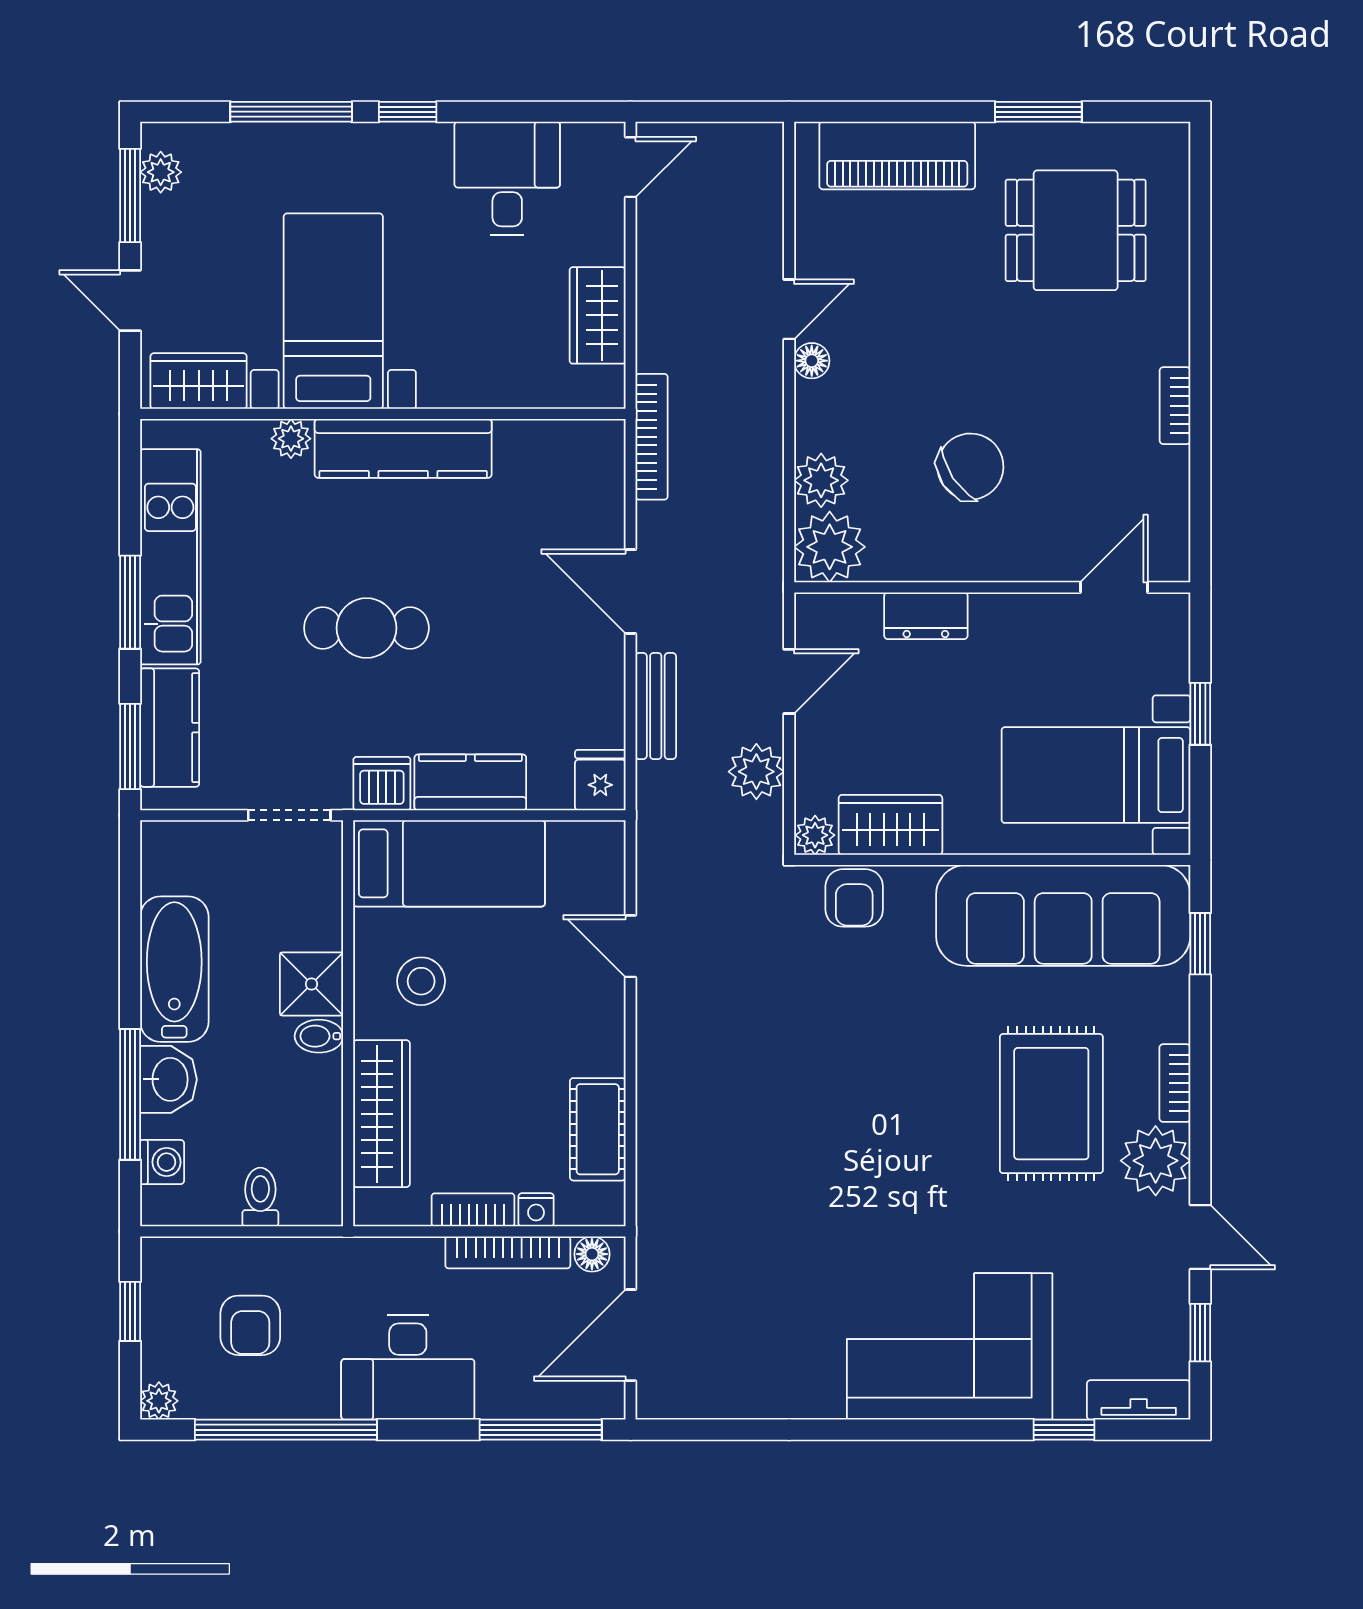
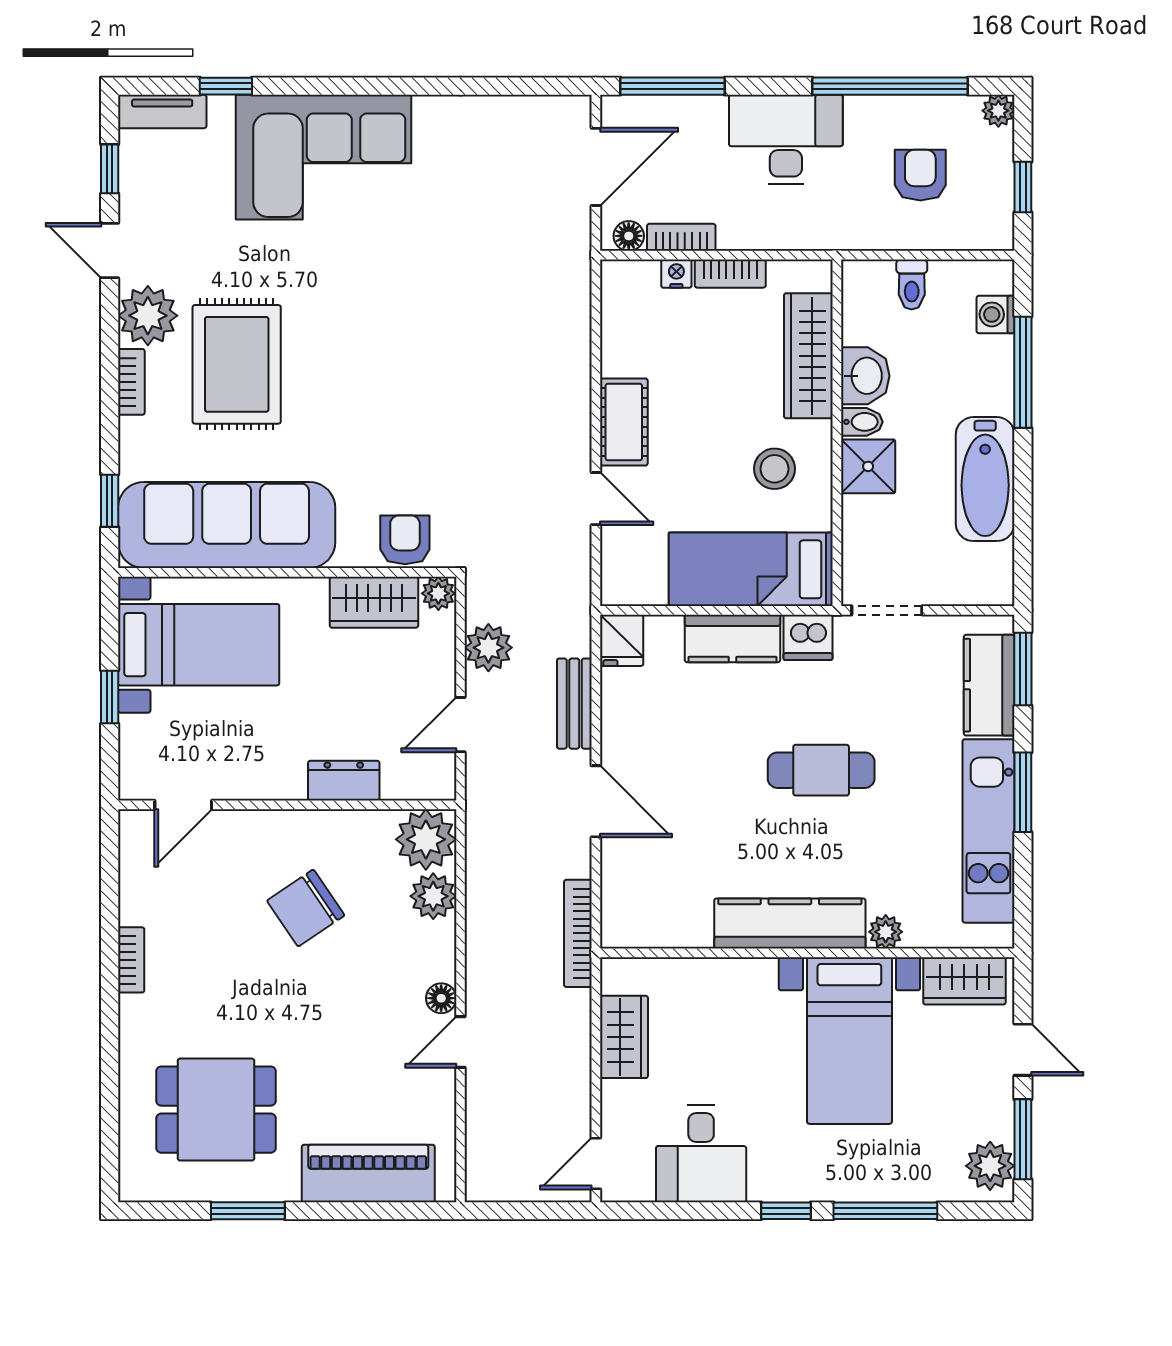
plant: (161, 172) -> (990, 1166), width x1.38, depth x1.38
washbasin: (168, 1079) -> (865, 376), moved, turned 180
cot: (598, 1129) -> (624, 422), moved
bookcase: (508, 1252) -> (681, 237), width x0.64

